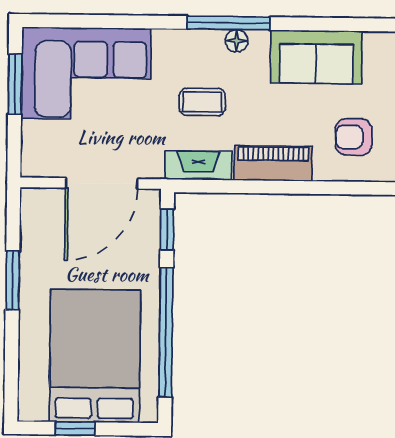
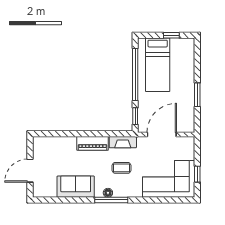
window: (15, 84) -> (197, 174), width x0.67
armchair: (354, 137) -> (60, 154), removed
bed: (95, 356) -> (158, 65), width x0.67

